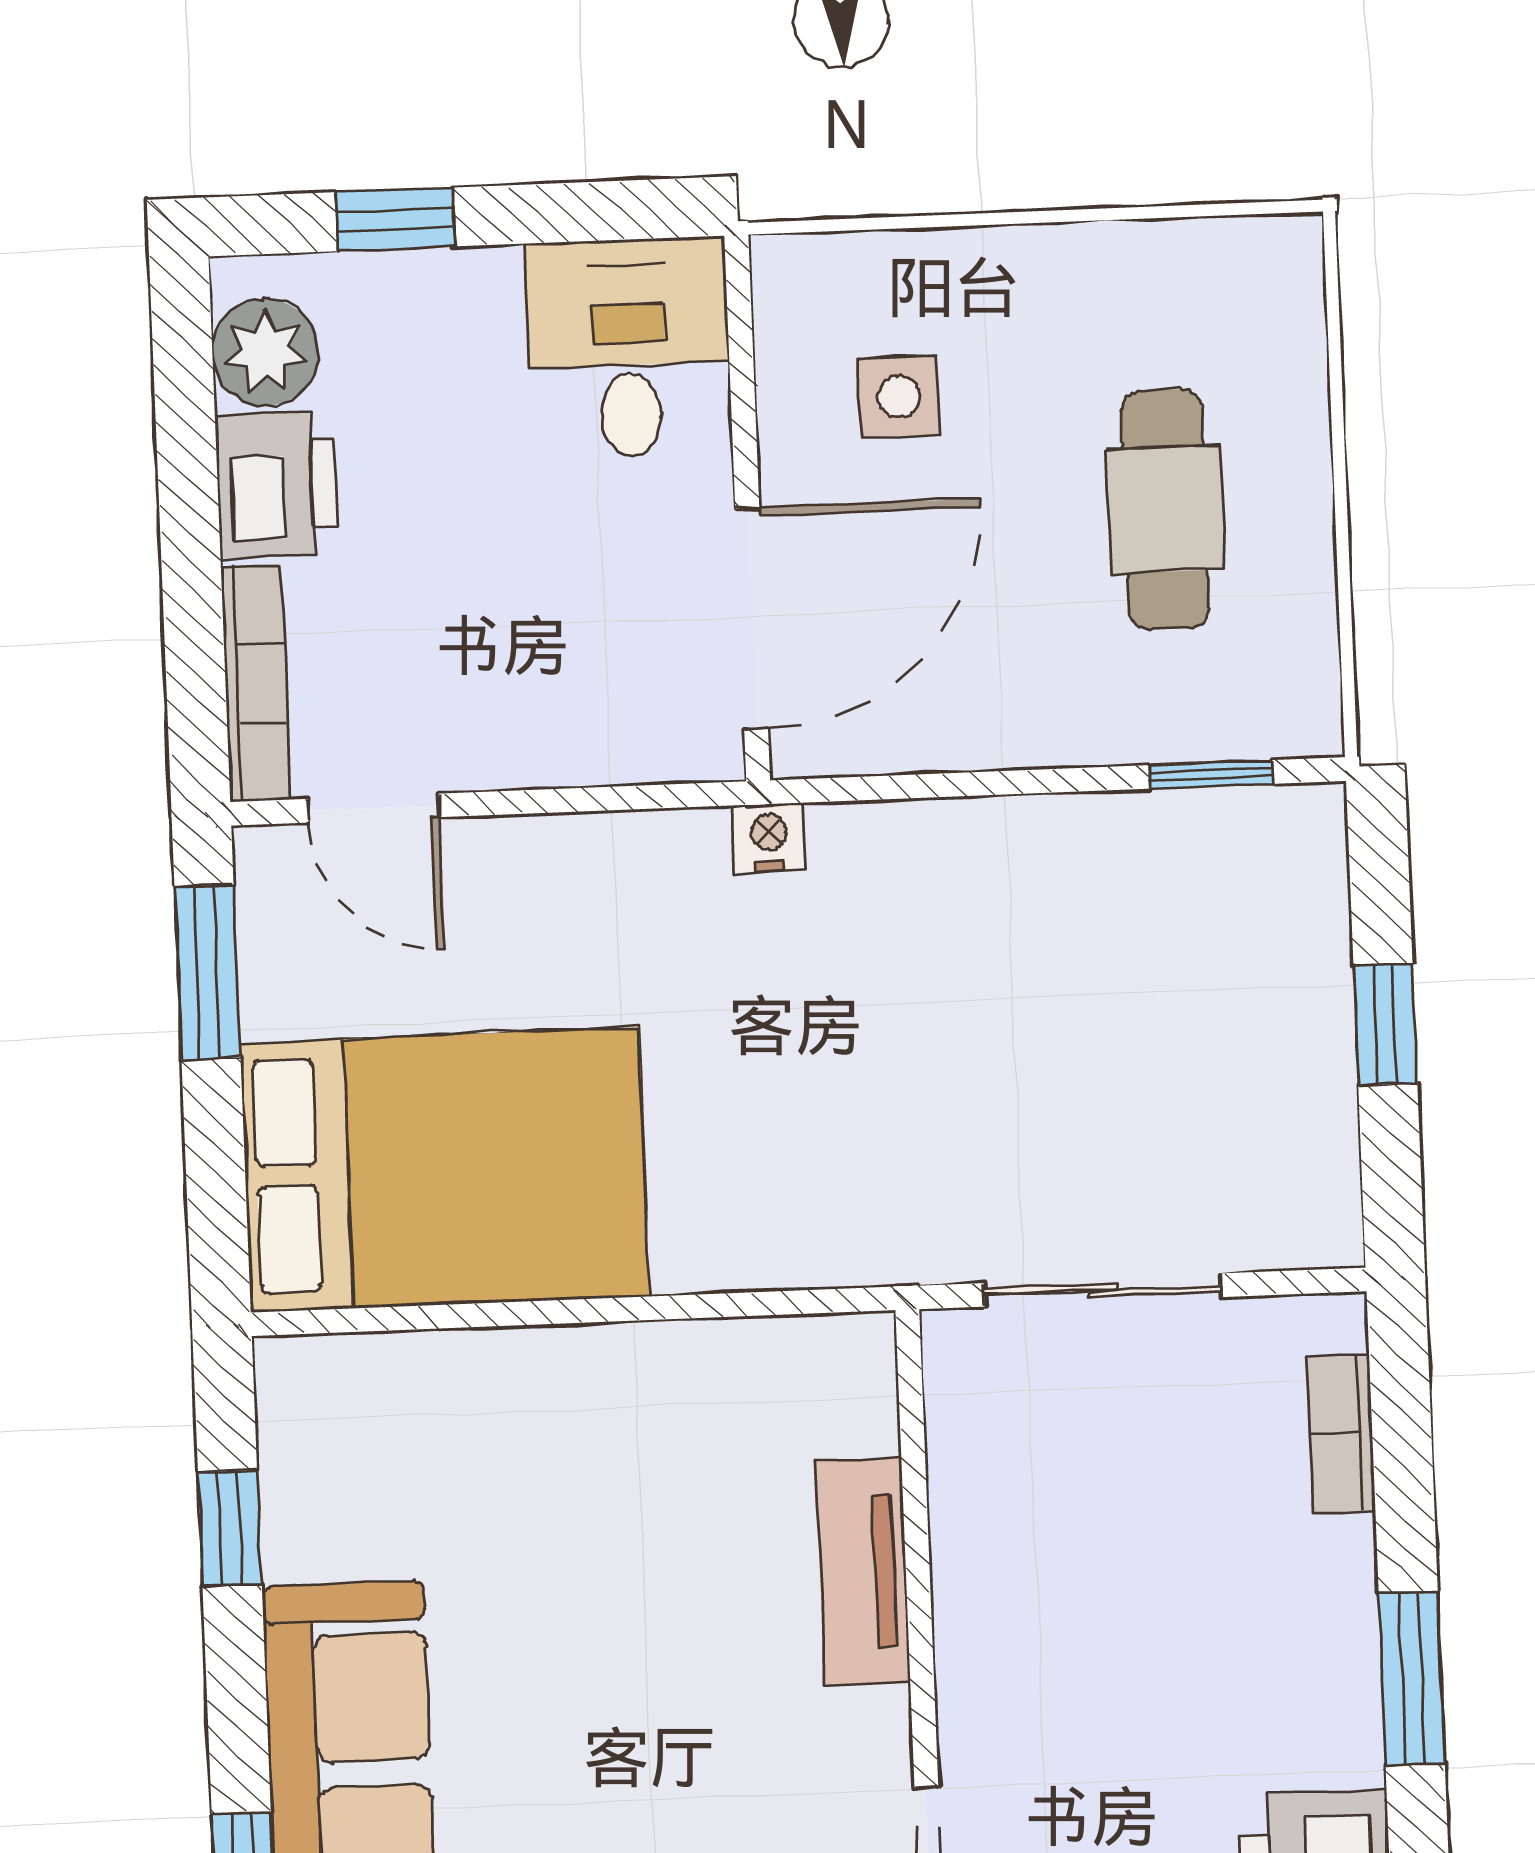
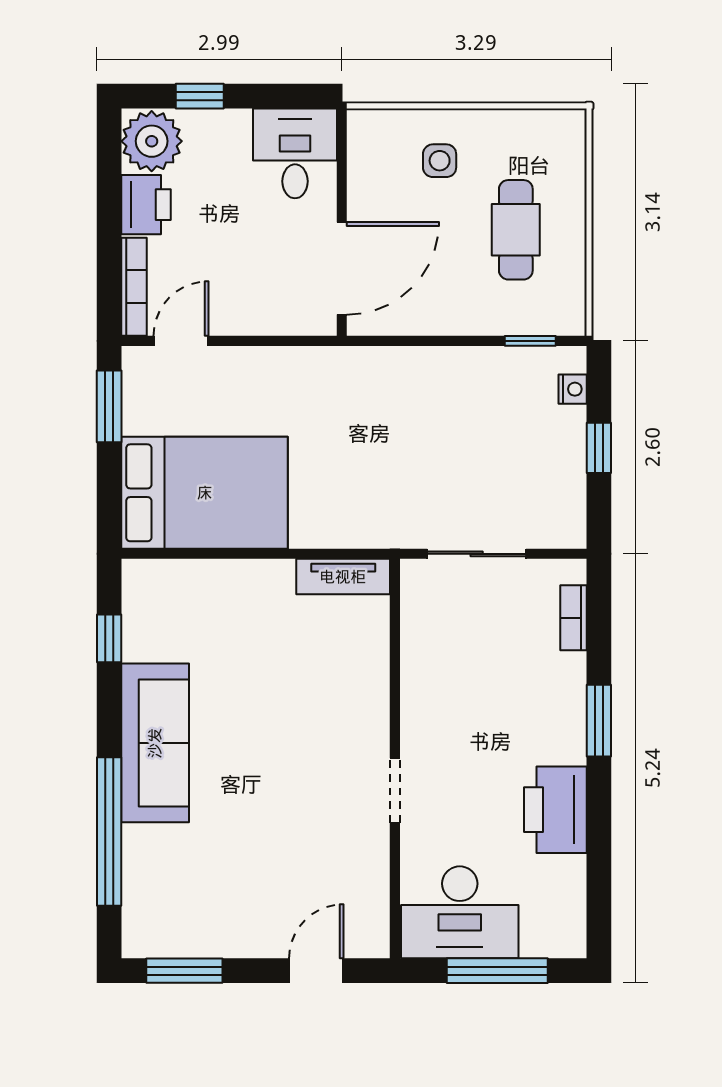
plant: (265, 352) -> (152, 141), width x1.36, depth x1.36
side table: (899, 397) -> (440, 161), moved
door: (374, 808) -> (181, 341), swing flipped
nightstand: (769, 837) -> (573, 389), moved, turned 90
tv unit: (863, 1571) -> (343, 577), moved, turned -90

